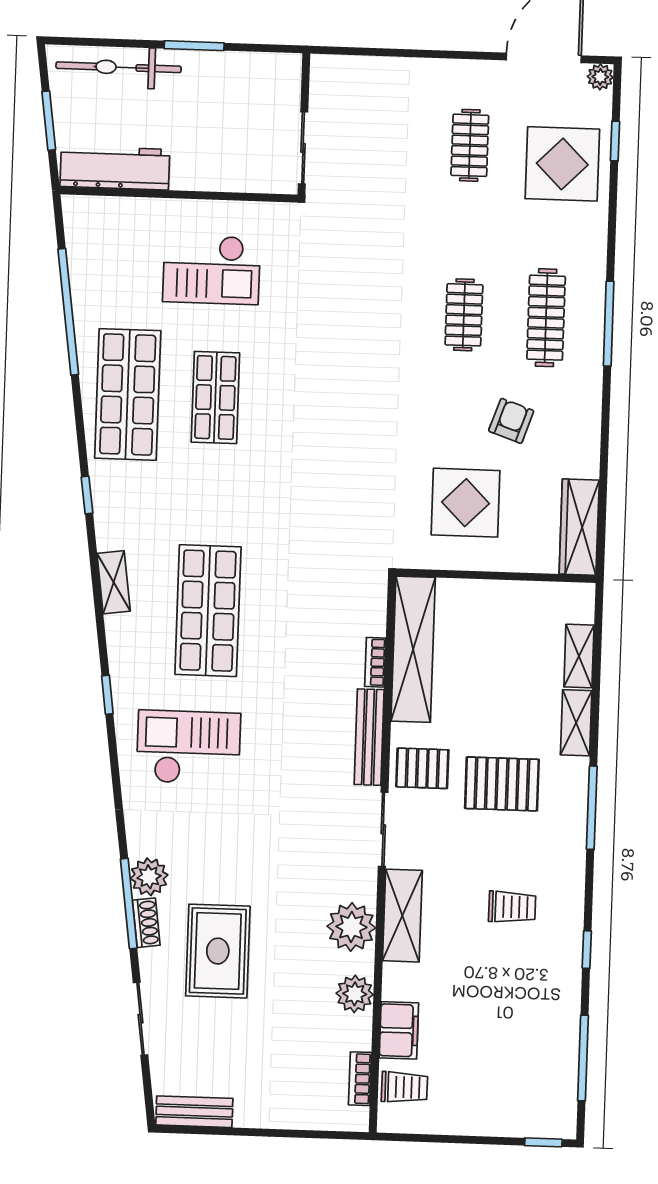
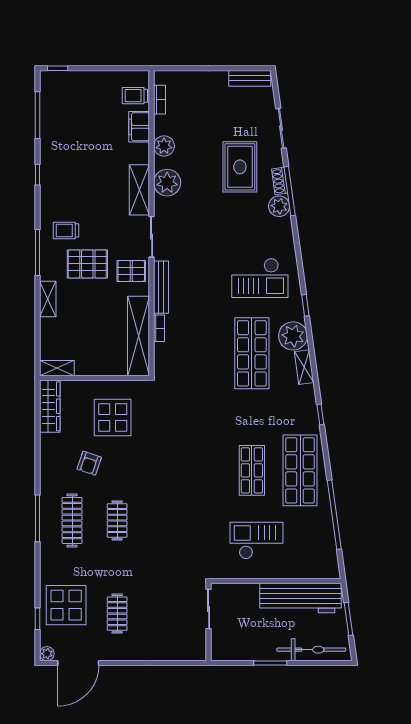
workbench: (115, 168) -> (301, 598), width x1.36, depth x1.32
plant: (132, 640) -> (293, 336), added
shelving: (579, 656) -> (57, 368), moved, turned 90
trolley: (512, 907) -> (66, 230), moved

